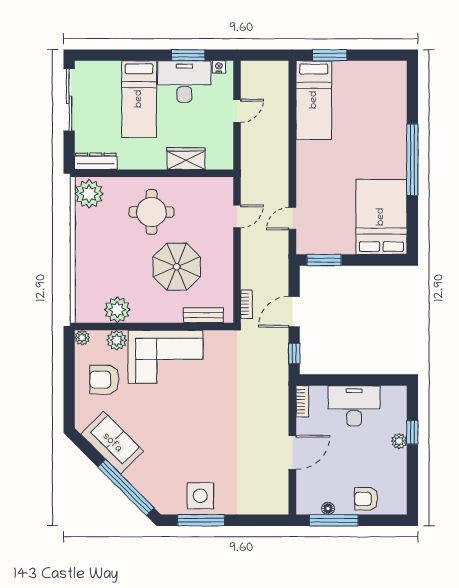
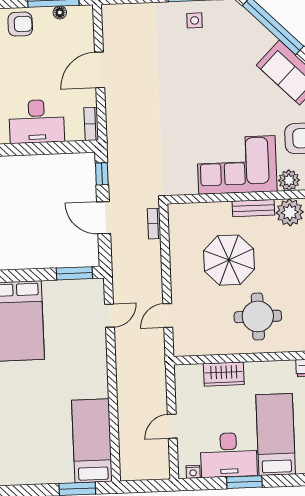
window: (188, 55) -> (244, 482), moved
door: (294, 312) -> (104, 218), swing flipped
bench: (203, 315) -> (253, 208), moved
side table: (200, 496) -> (195, 20), width x0.54, depth x0.54

